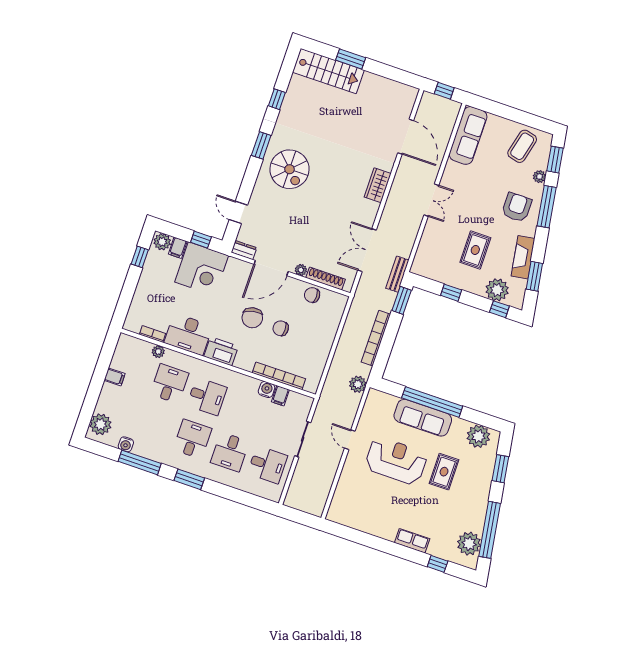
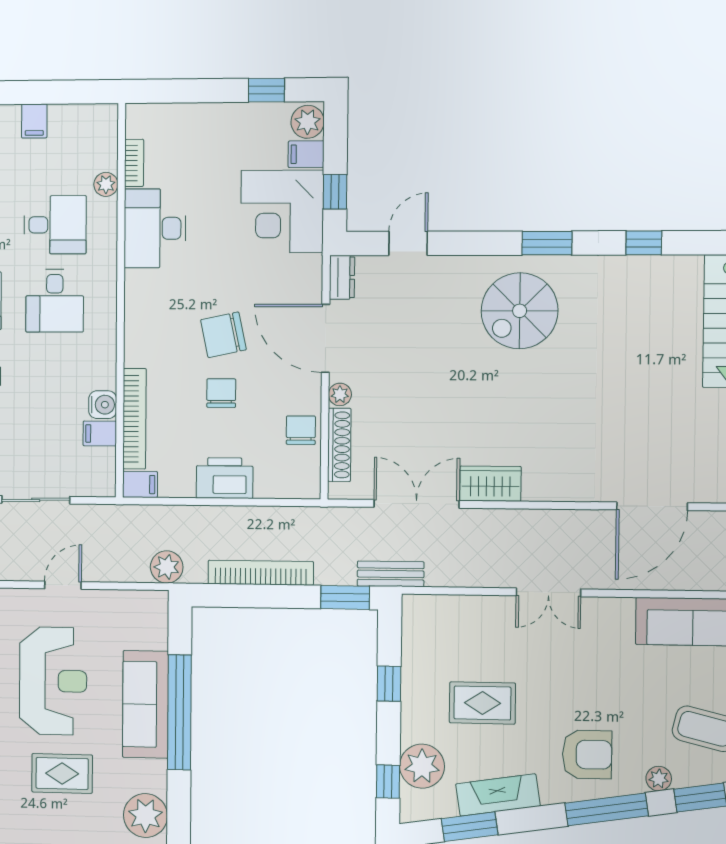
wardrobe: (378, 185) -> (490, 484), moved
printer: (221, 351) -> (225, 478), moved, turned -90
filing cabinet: (312, 384) -> (140, 484), added

